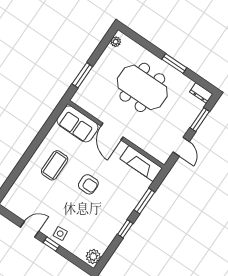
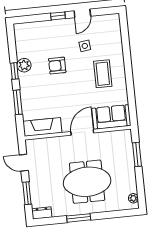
door: (112, 131) -> (82, 132), hinge flipped
armchair: (88, 184) -> (57, 66), moved
side table: (60, 234) -> (85, 46), moved
plant: (93, 256) -> (24, 65), moved

